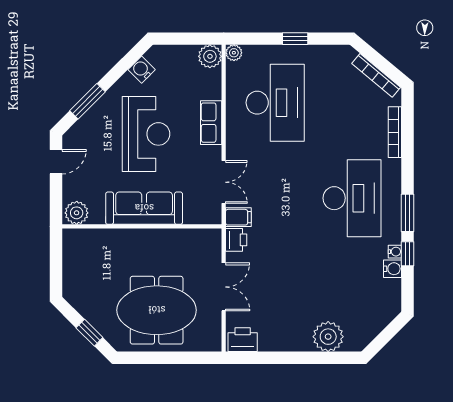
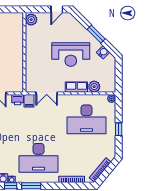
plant: (210, 56) -> (94, 87), moved
window: (88, 101) -> (96, 34), moved
door: (56, 162) -> (57, 9), hinge flipped
sofa: (144, 208) -> (34, 54), removed

